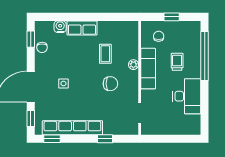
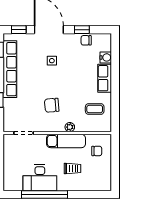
window: (172, 17) -> (115, 163), removed
window: (31, 39) -> (82, 30), moved
coffee table: (105, 54) -> (95, 109), moved
window: (205, 56) -> (45, 195), moved
chair: (110, 84) -> (52, 105), turned 85

